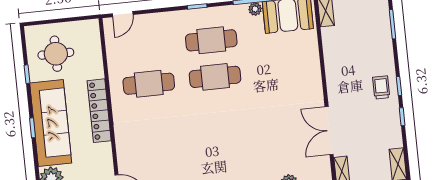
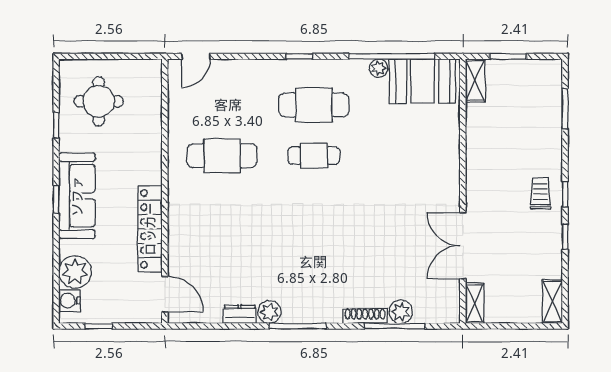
cafe table: (215, 77) -> (314, 156), width x0.73, depth x0.74
locker: (99, 111) -> (150, 229), moved
sofa: (51, 123) -> (77, 196), width x0.74, depth x0.79

